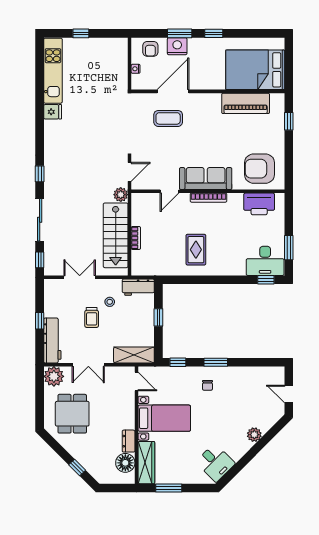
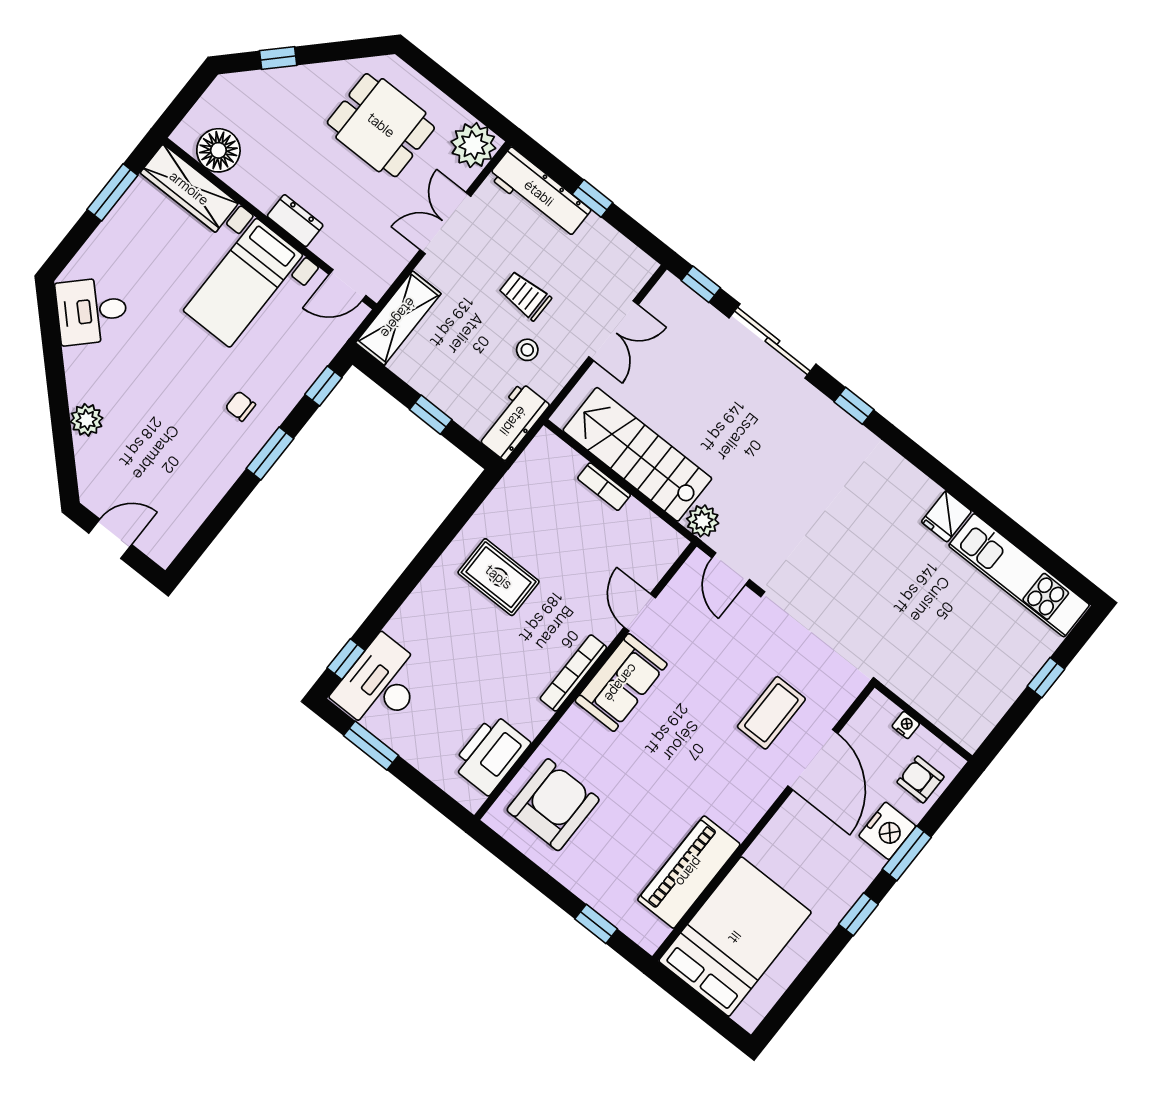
sofa: (206, 179) -> (621, 683), width x0.73
dresser: (129, 441) -> (295, 221), moved

